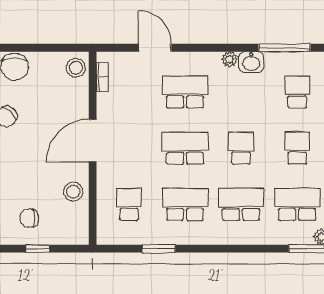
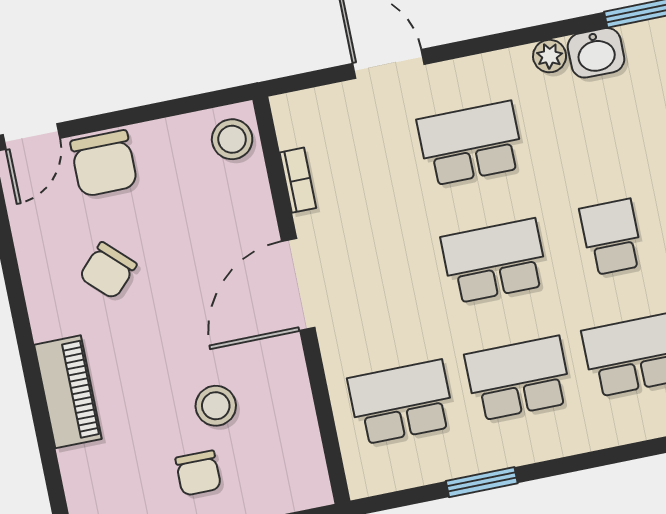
bookcase: (102, 77) -> (298, 180), moved
stool: (73, 192) -> (216, 406), moved
school desk: (129, 204) -> (401, 402), width x1.85
chair: (29, 218) -> (198, 473), turned -90

